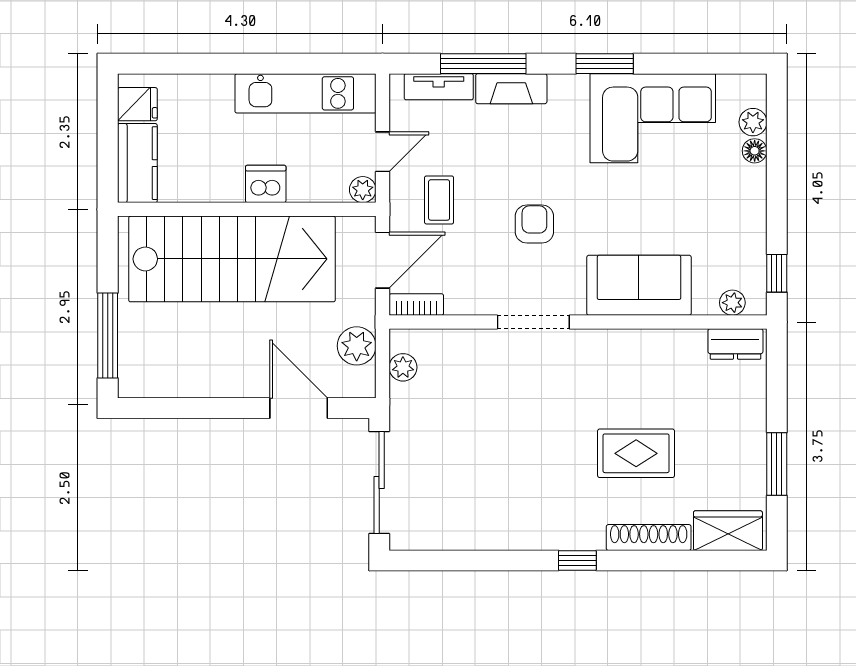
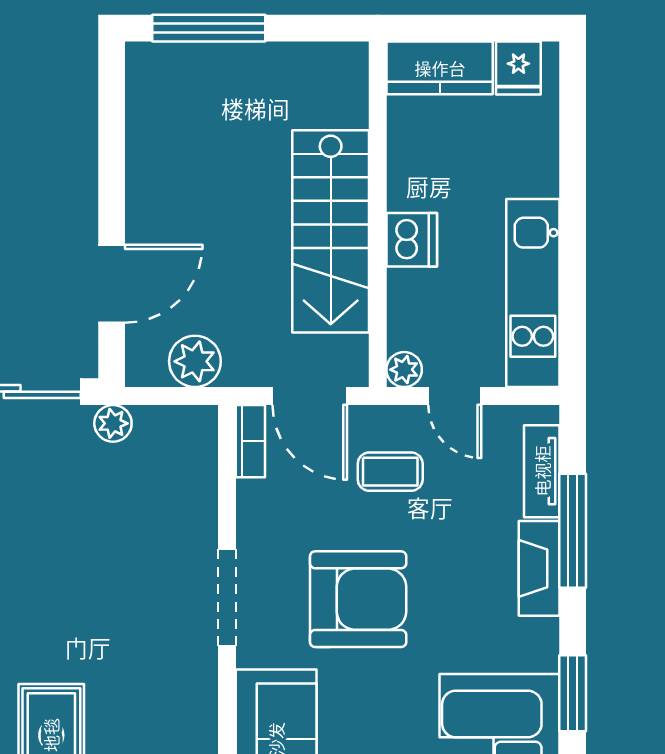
armchair: (534, 224) -> (358, 599), width x1.88, depth x1.88
stairs: (232, 259) -> (331, 231), width x0.73, depth x0.66
plant: (403, 367) -> (113, 423), moved

